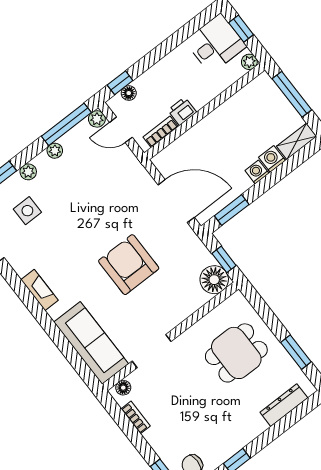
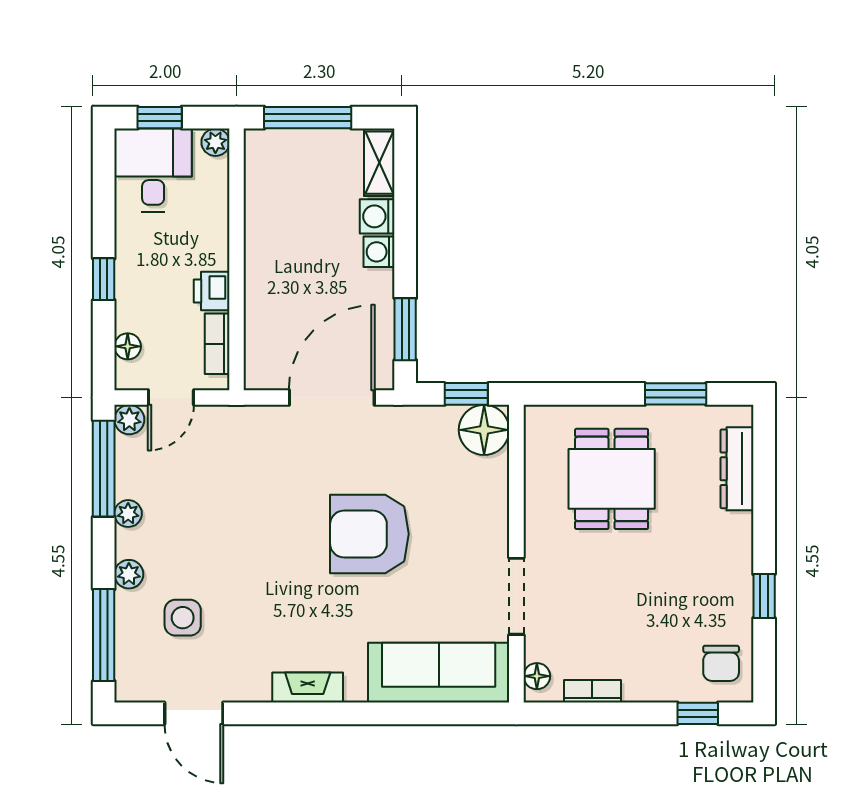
window: (120, 83) -> (104, 279), moved

